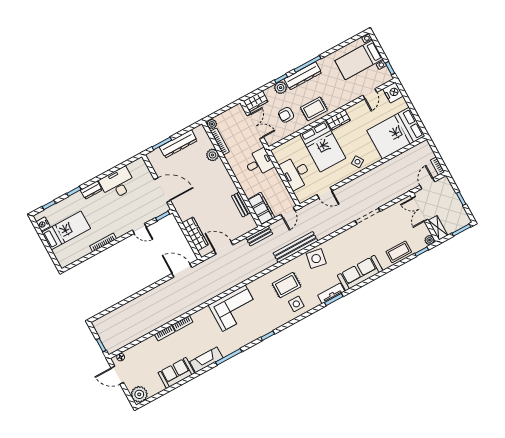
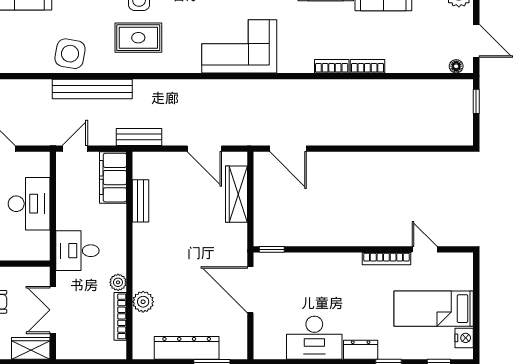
plant: (212, 124) -> (118, 282), moved
door: (139, 229) -> (425, 249), moved

